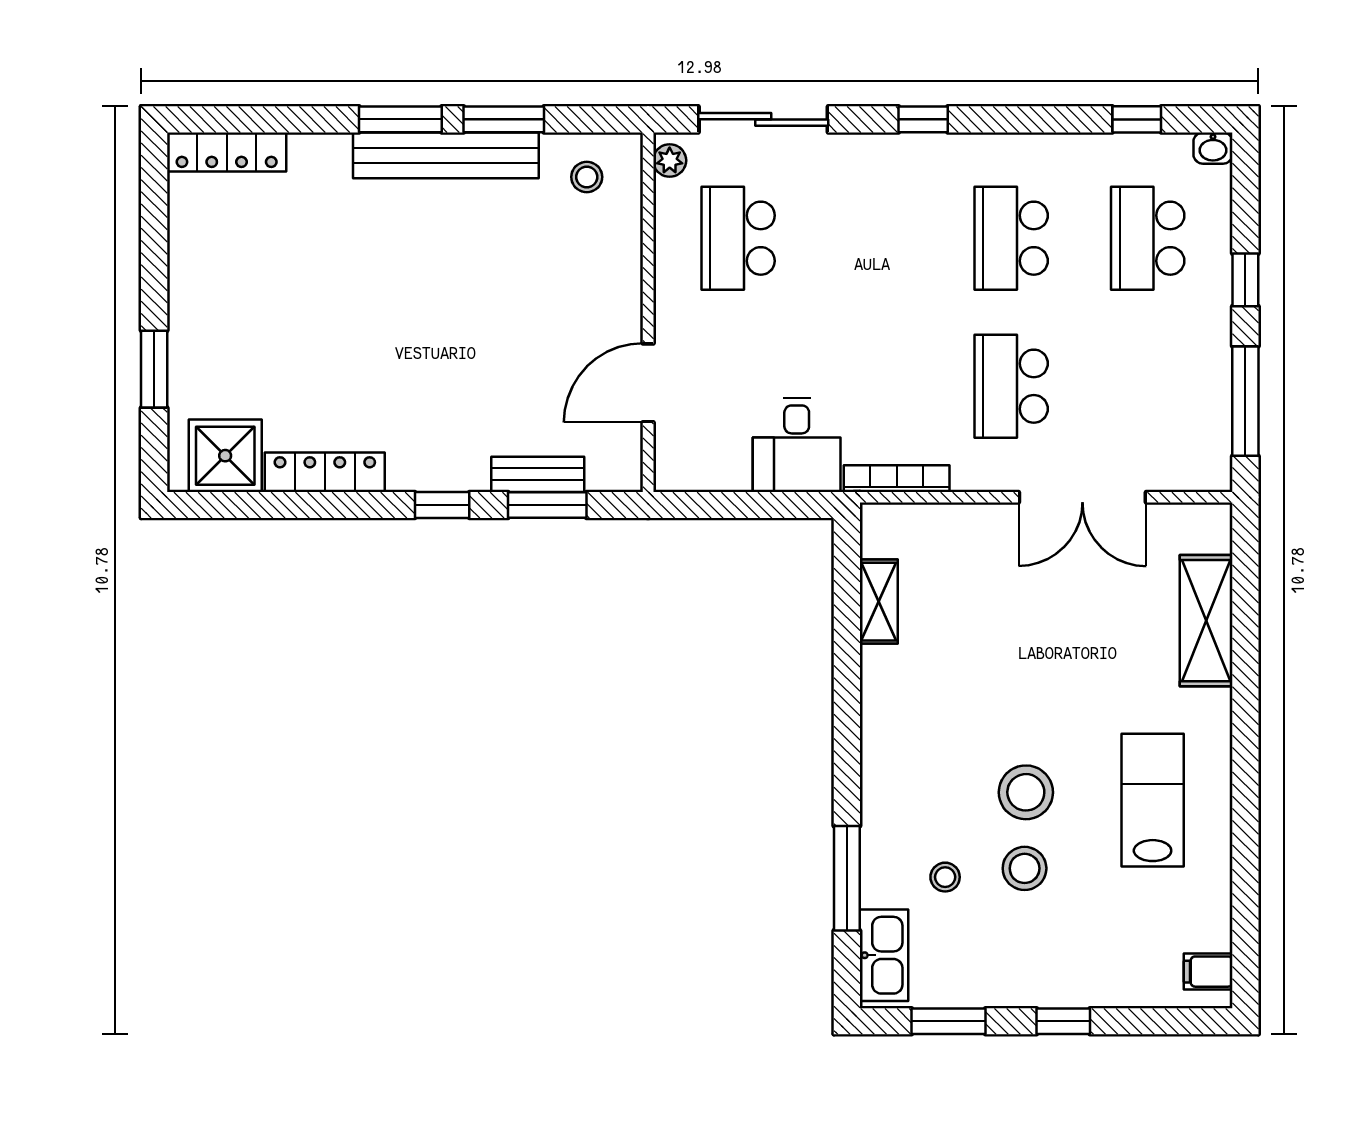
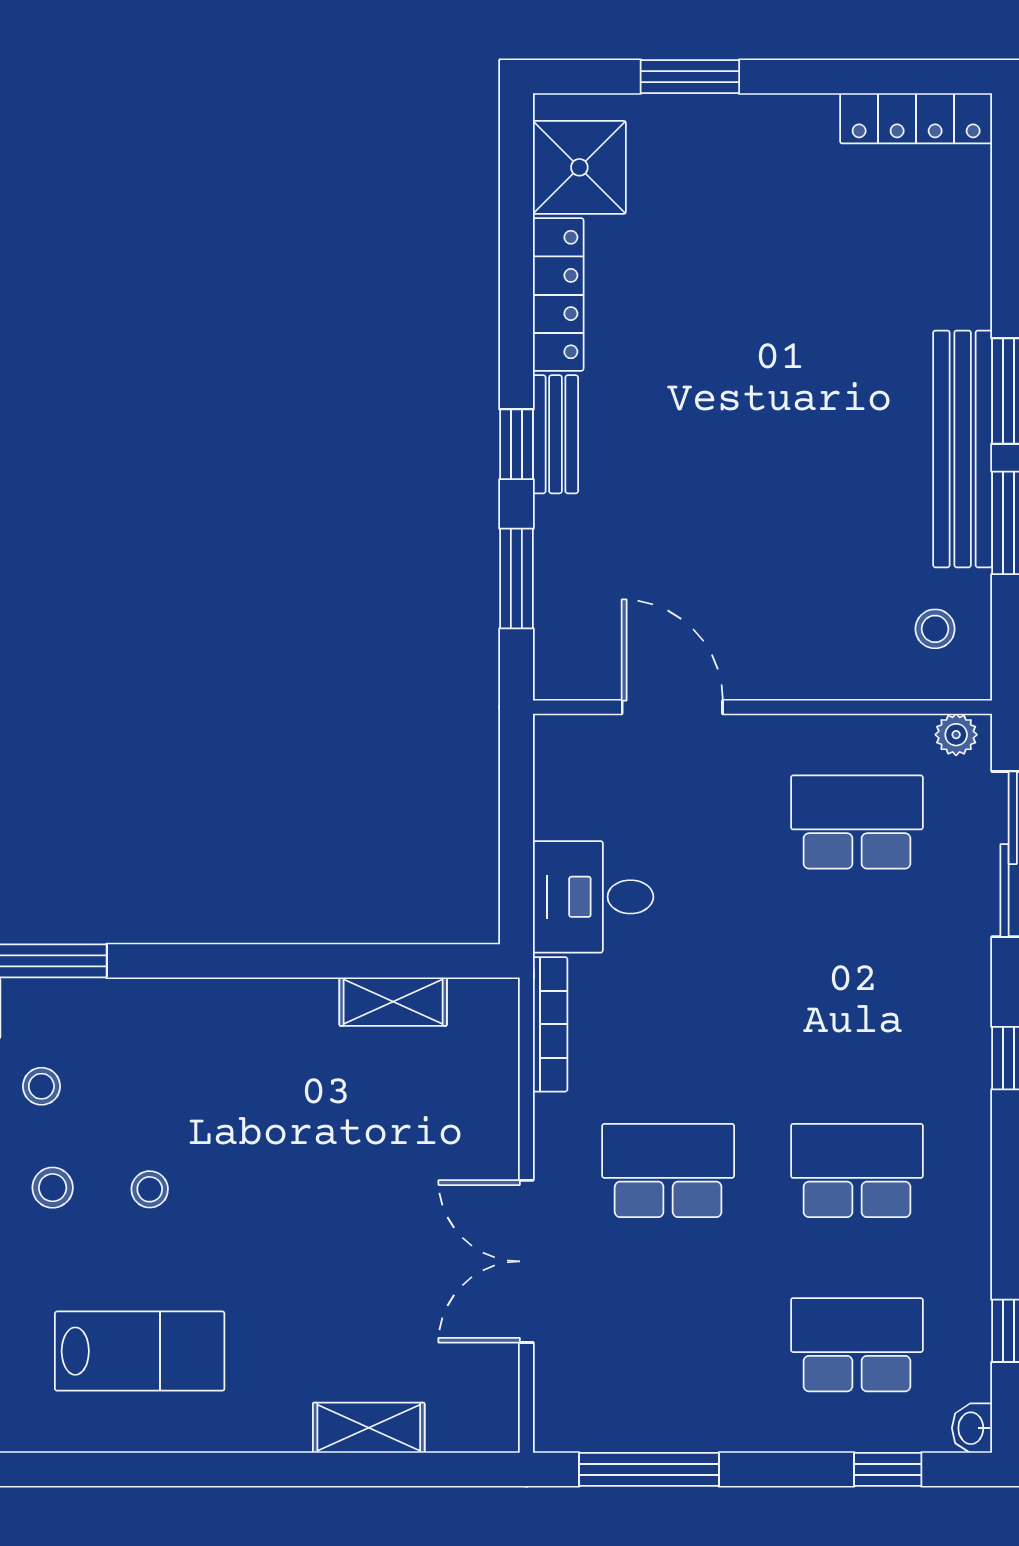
locker: (227, 152) -> (916, 118), moved, turned -90
window: (1245, 280) -> (888, 1469), moved
bench: (538, 474) -> (556, 434), moved
shelving: (1206, 621) -> (369, 1428), width x0.67, depth x0.75
stool: (1026, 792) -> (150, 1189), width x0.53, depth x0.53
stool: (1025, 868) -> (53, 1188), width x0.73, depth x0.73

